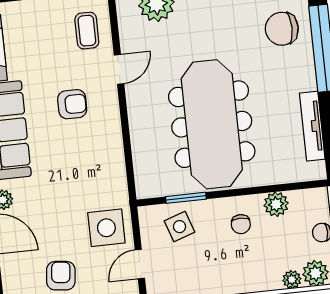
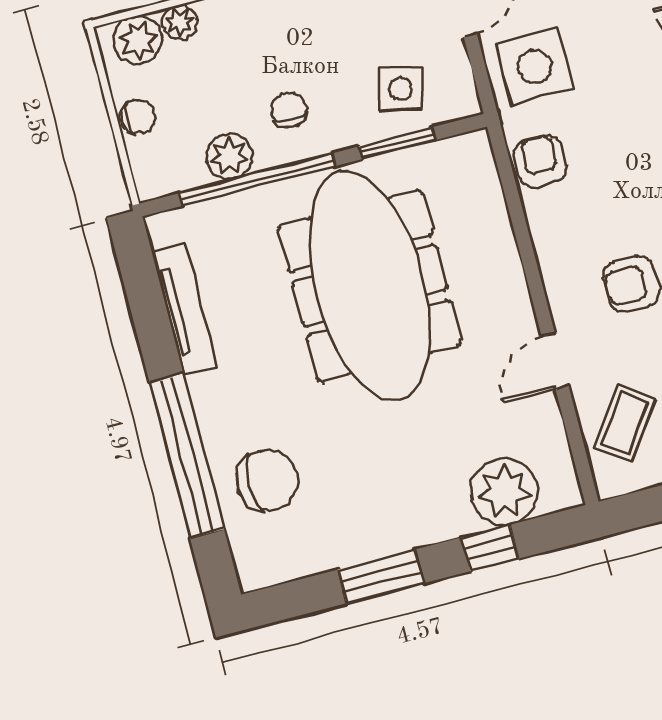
coffee table: (87, 31) -> (625, 423), turned 35
armchair: (111, 177) -> (540, 161), added
window: (263, 190) -> (257, 180), added
side table: (180, 227) -> (401, 89), turned 33

